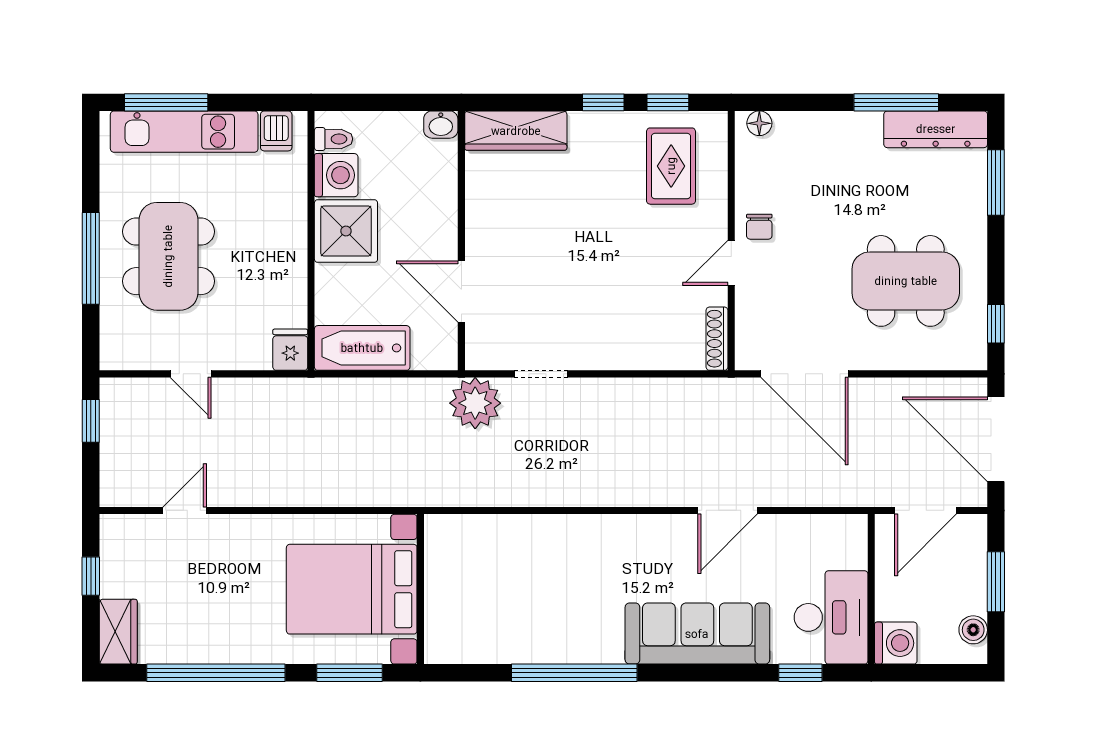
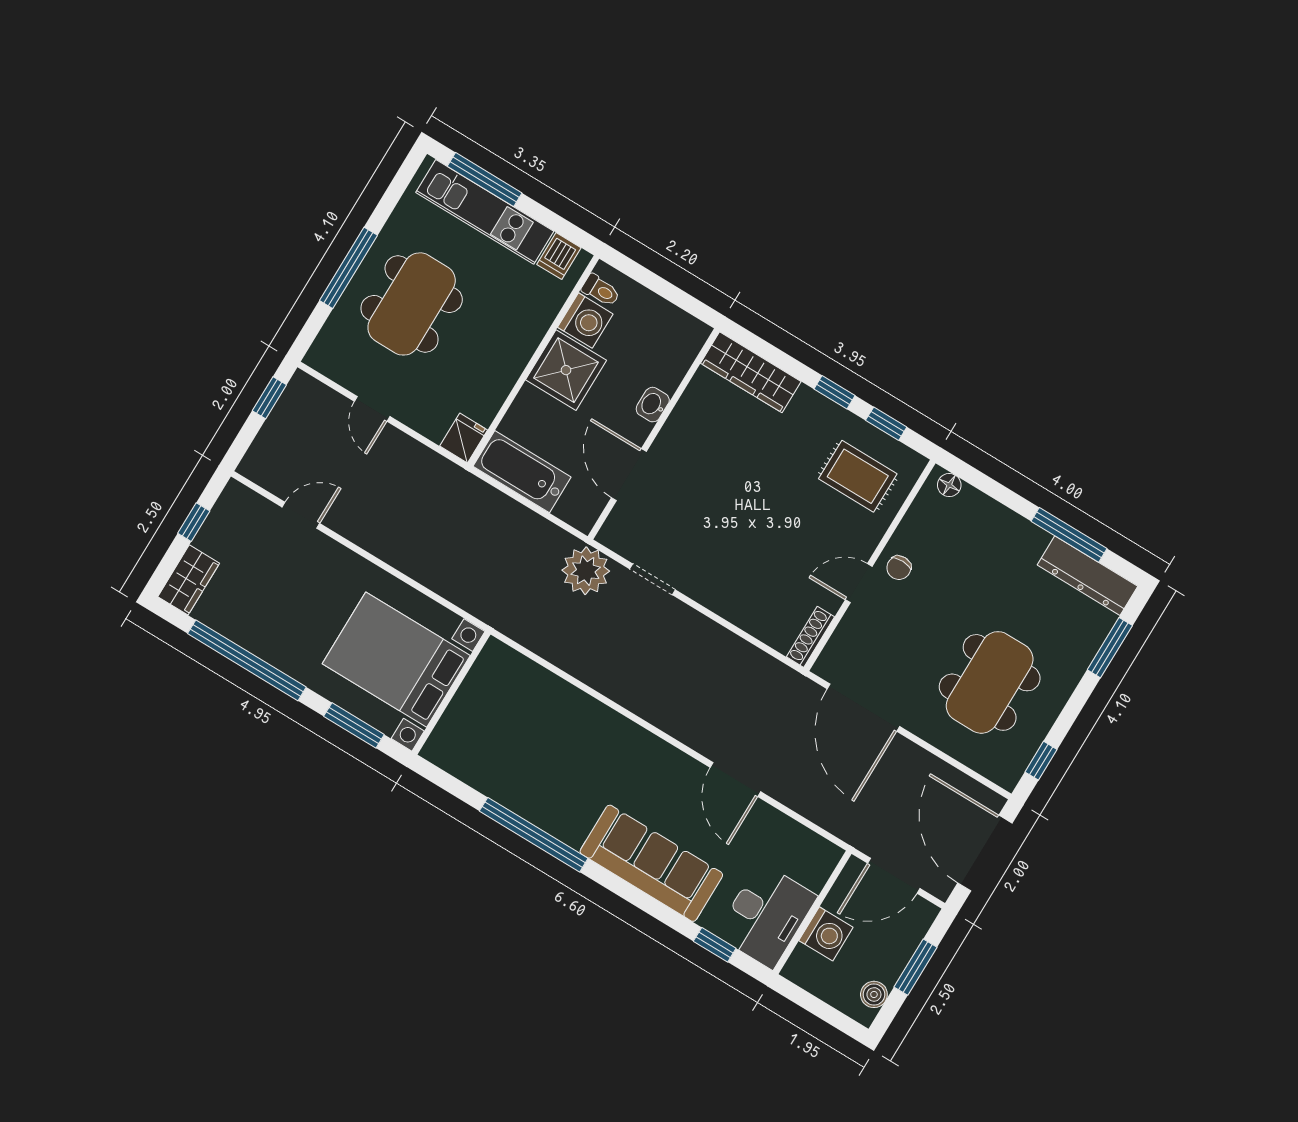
washbasin: (441, 125) -> (653, 405), moved, turned 90
rug: (671, 166) -> (858, 476), turned 90
dining table: (906, 281) -> (990, 682), turned 90
door: (728, 510) -> (735, 780), hinge flipped
washing machine: (896, 643) -> (826, 934), moved

